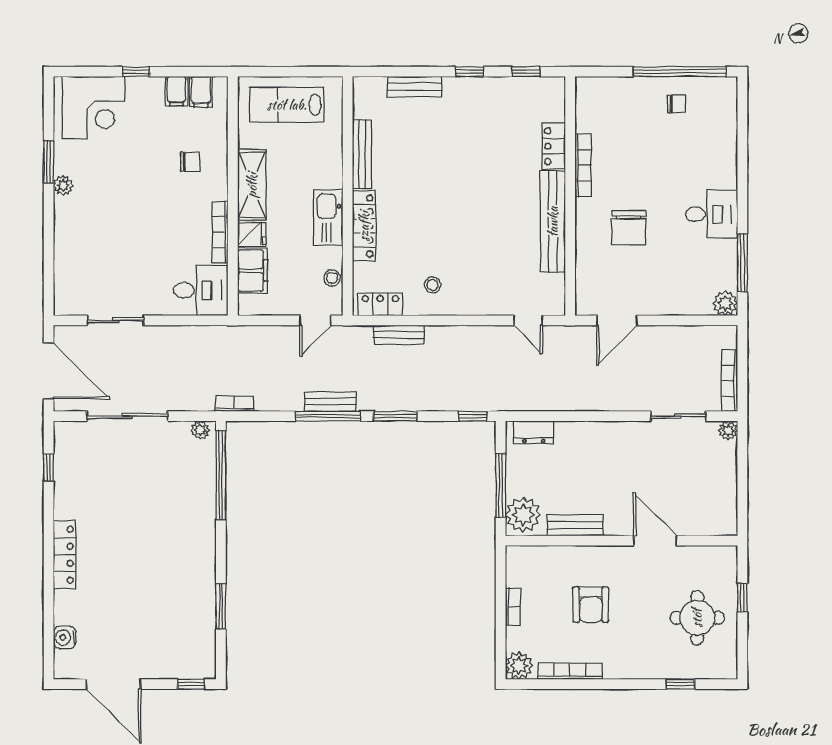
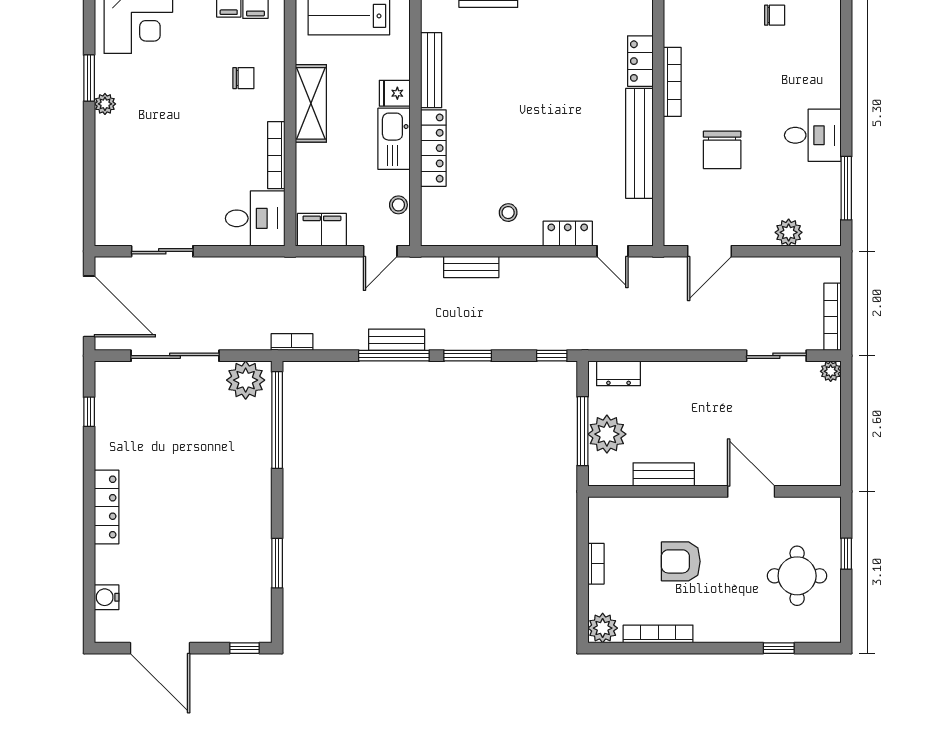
fridge: (252, 234) -> (395, 93), moved, turned 180
filing cabinet: (252, 270) -> (322, 230), moved, turned -90
plant: (725, 303) -> (789, 232), moved
locker: (380, 304) -> (568, 234), moved
plant: (200, 430) -> (246, 380), width x1.87, depth x1.87
plant: (523, 515) -> (607, 434), moved
armchair: (591, 605) -> (681, 561), turned 90

